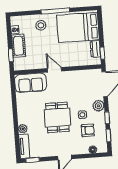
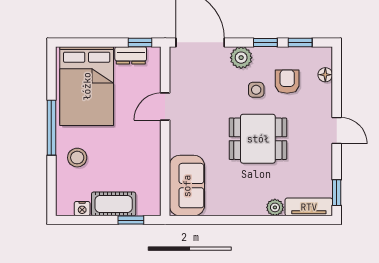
door: (54, 70) -> (165, 107), moved

